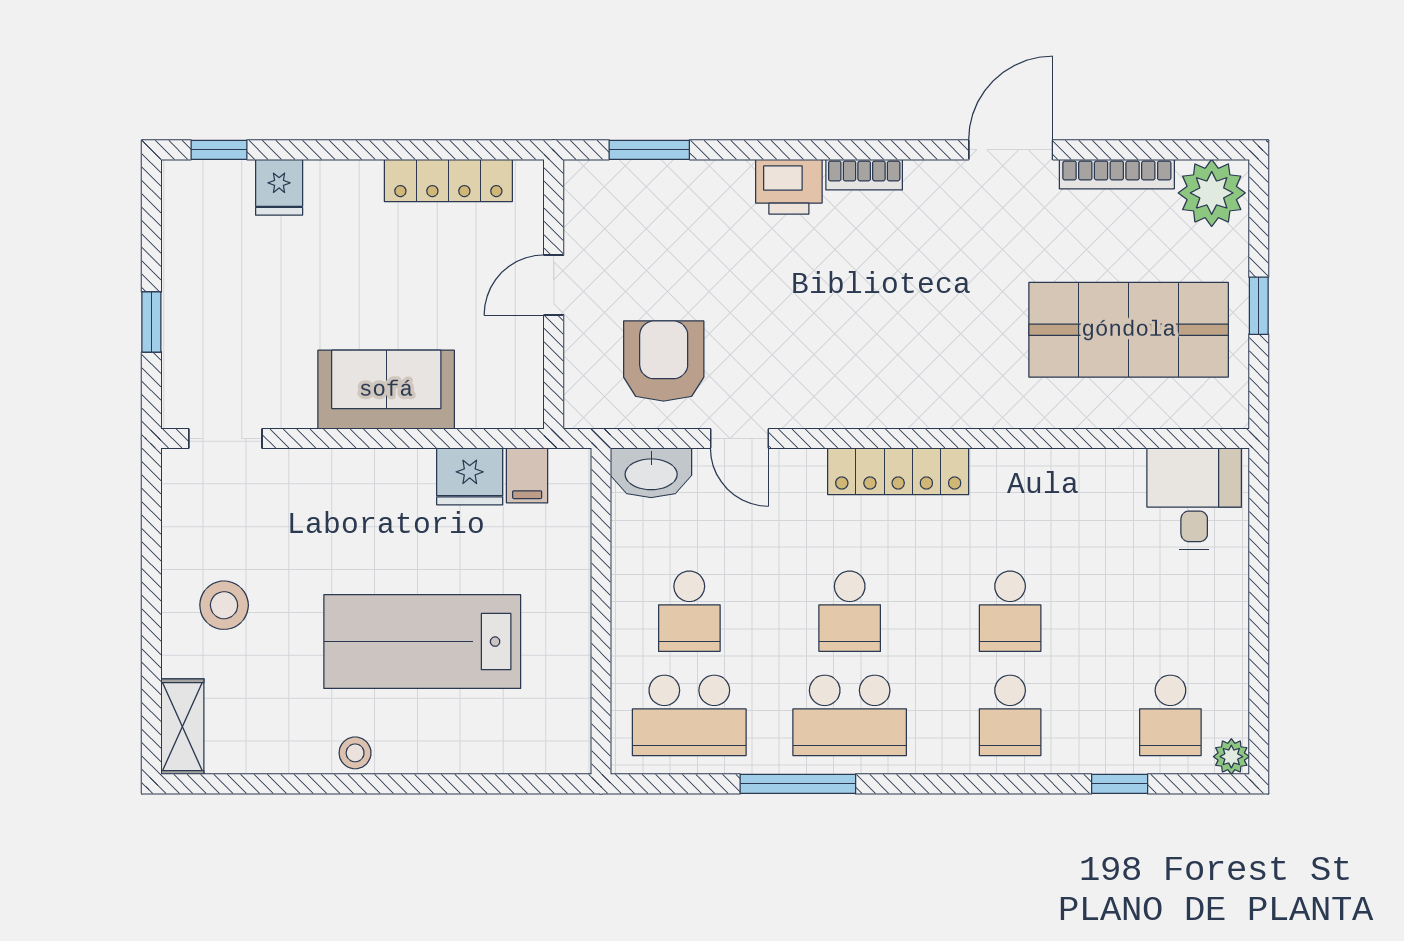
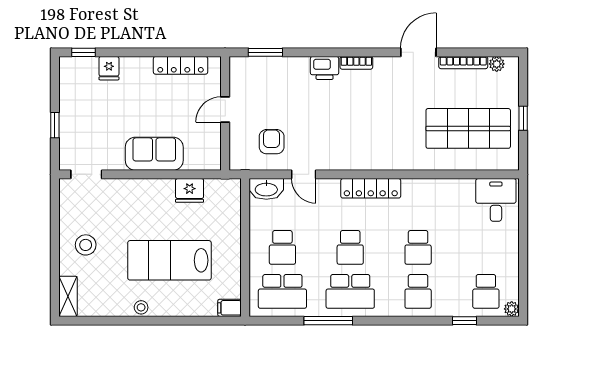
plant: (1212, 193) -> (497, 64), width x0.53, depth x0.53
armchair: (664, 361) -> (272, 142), width x0.72, depth x0.72
filing cabinet: (527, 475) -> (229, 308), moved, turned 90

